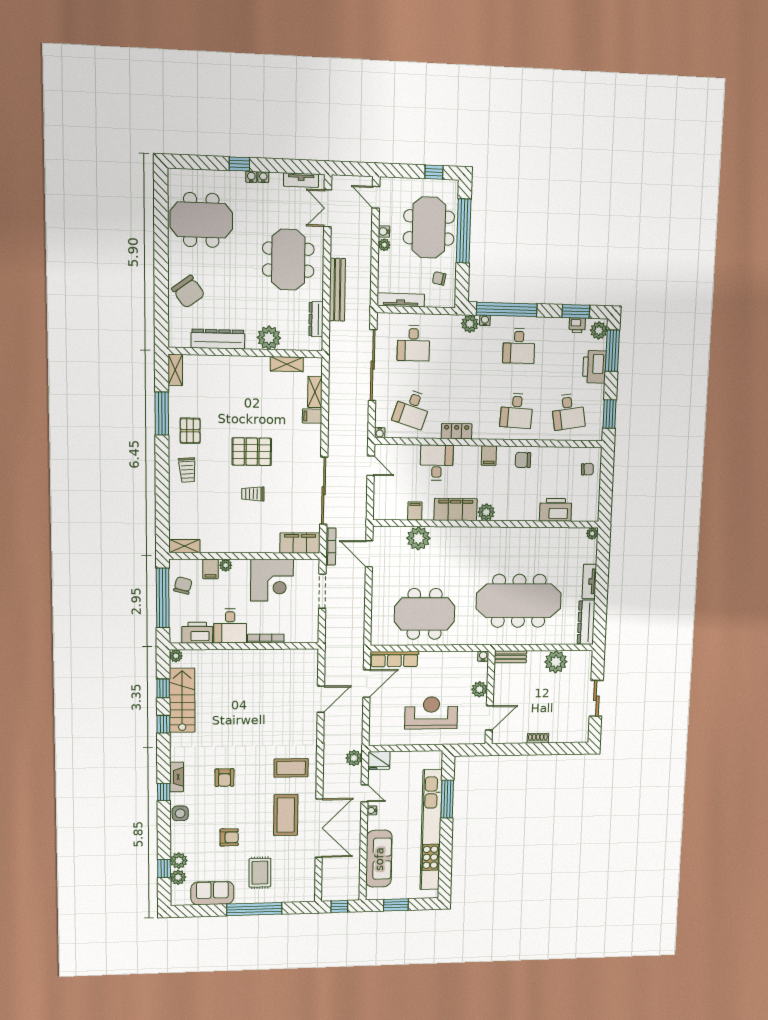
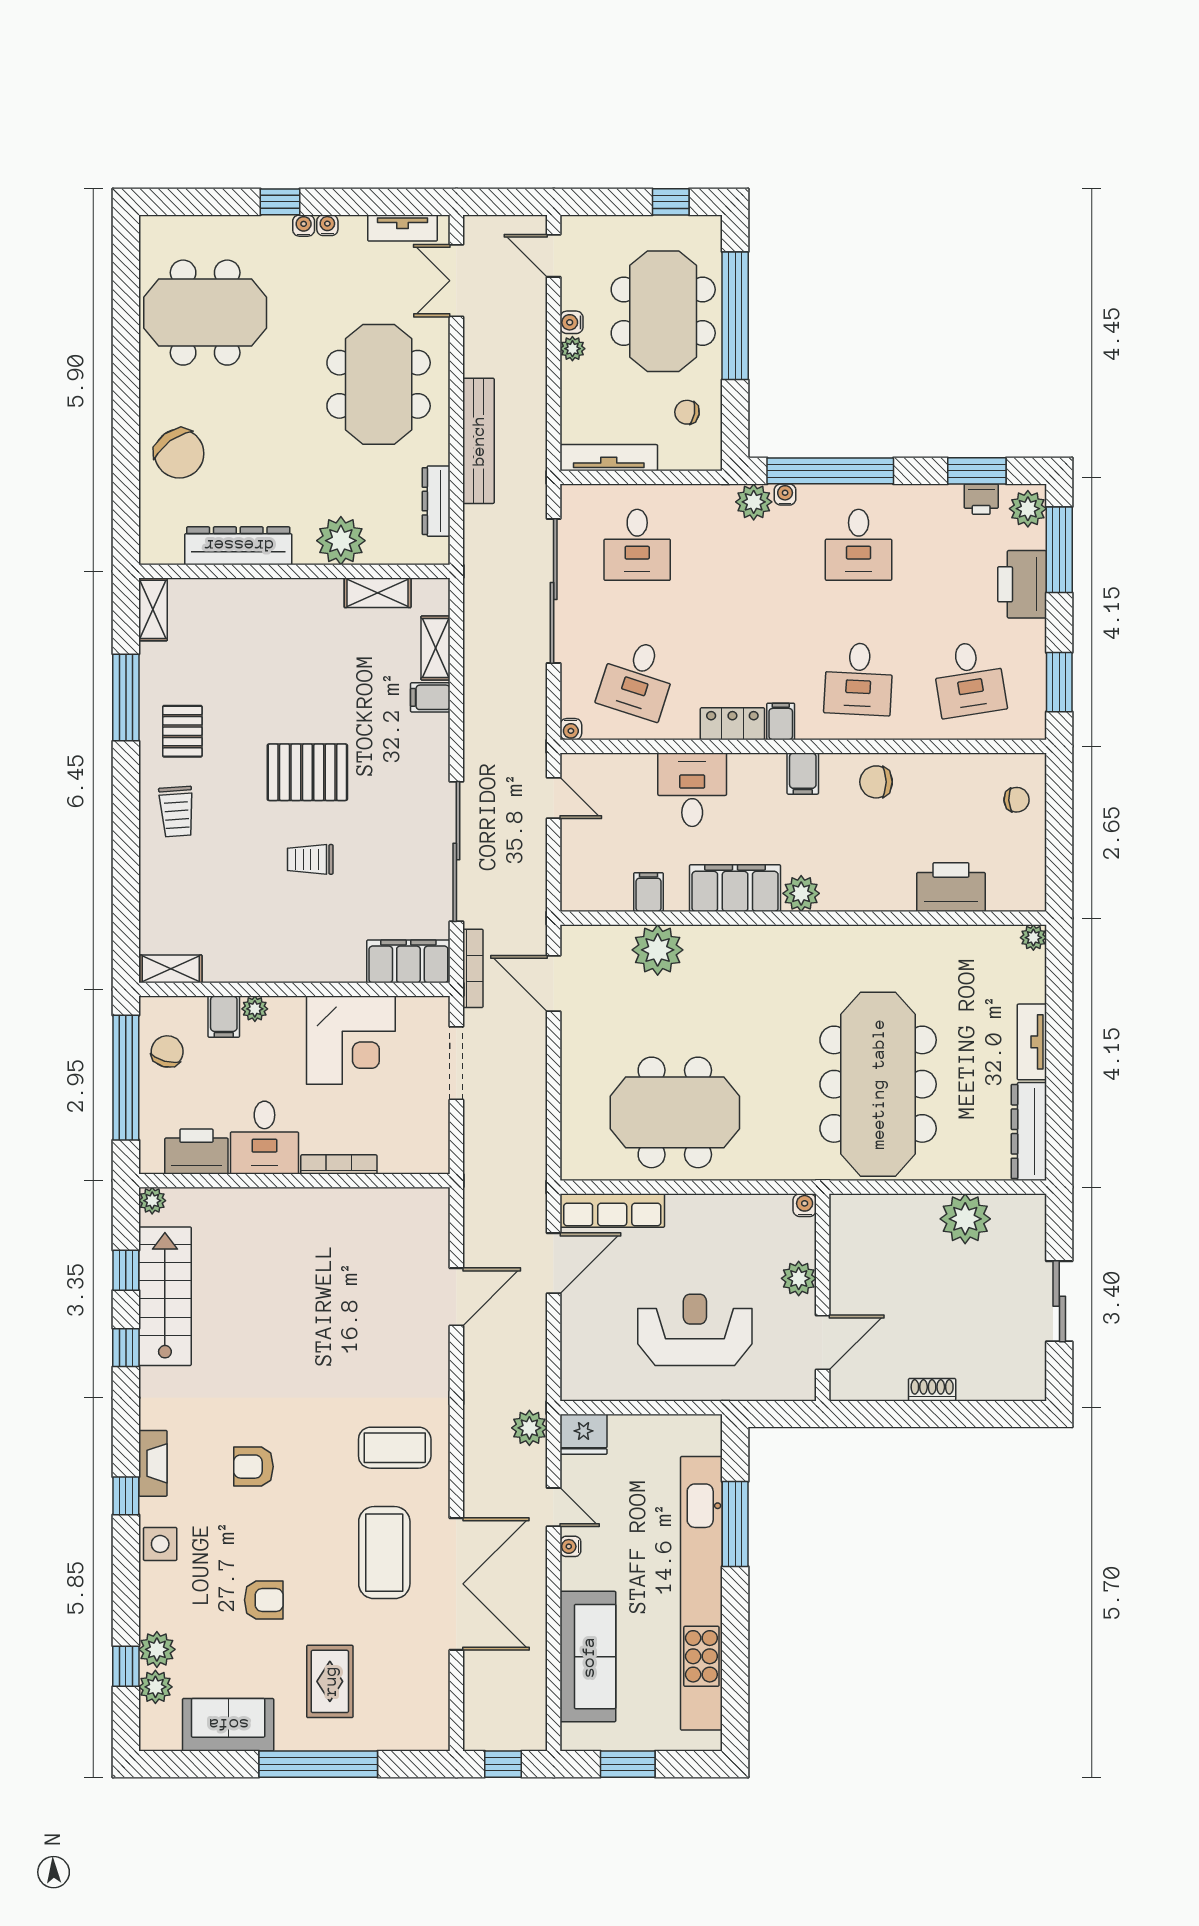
filing cabinet: (479, 431) -> (781, 721), added
meeting table: (519, 601) -> (878, 1084), turned 90
bench: (510, 657) -> (864, 1207), removed
armchair: (224, 778) -> (253, 1467), turned 90

